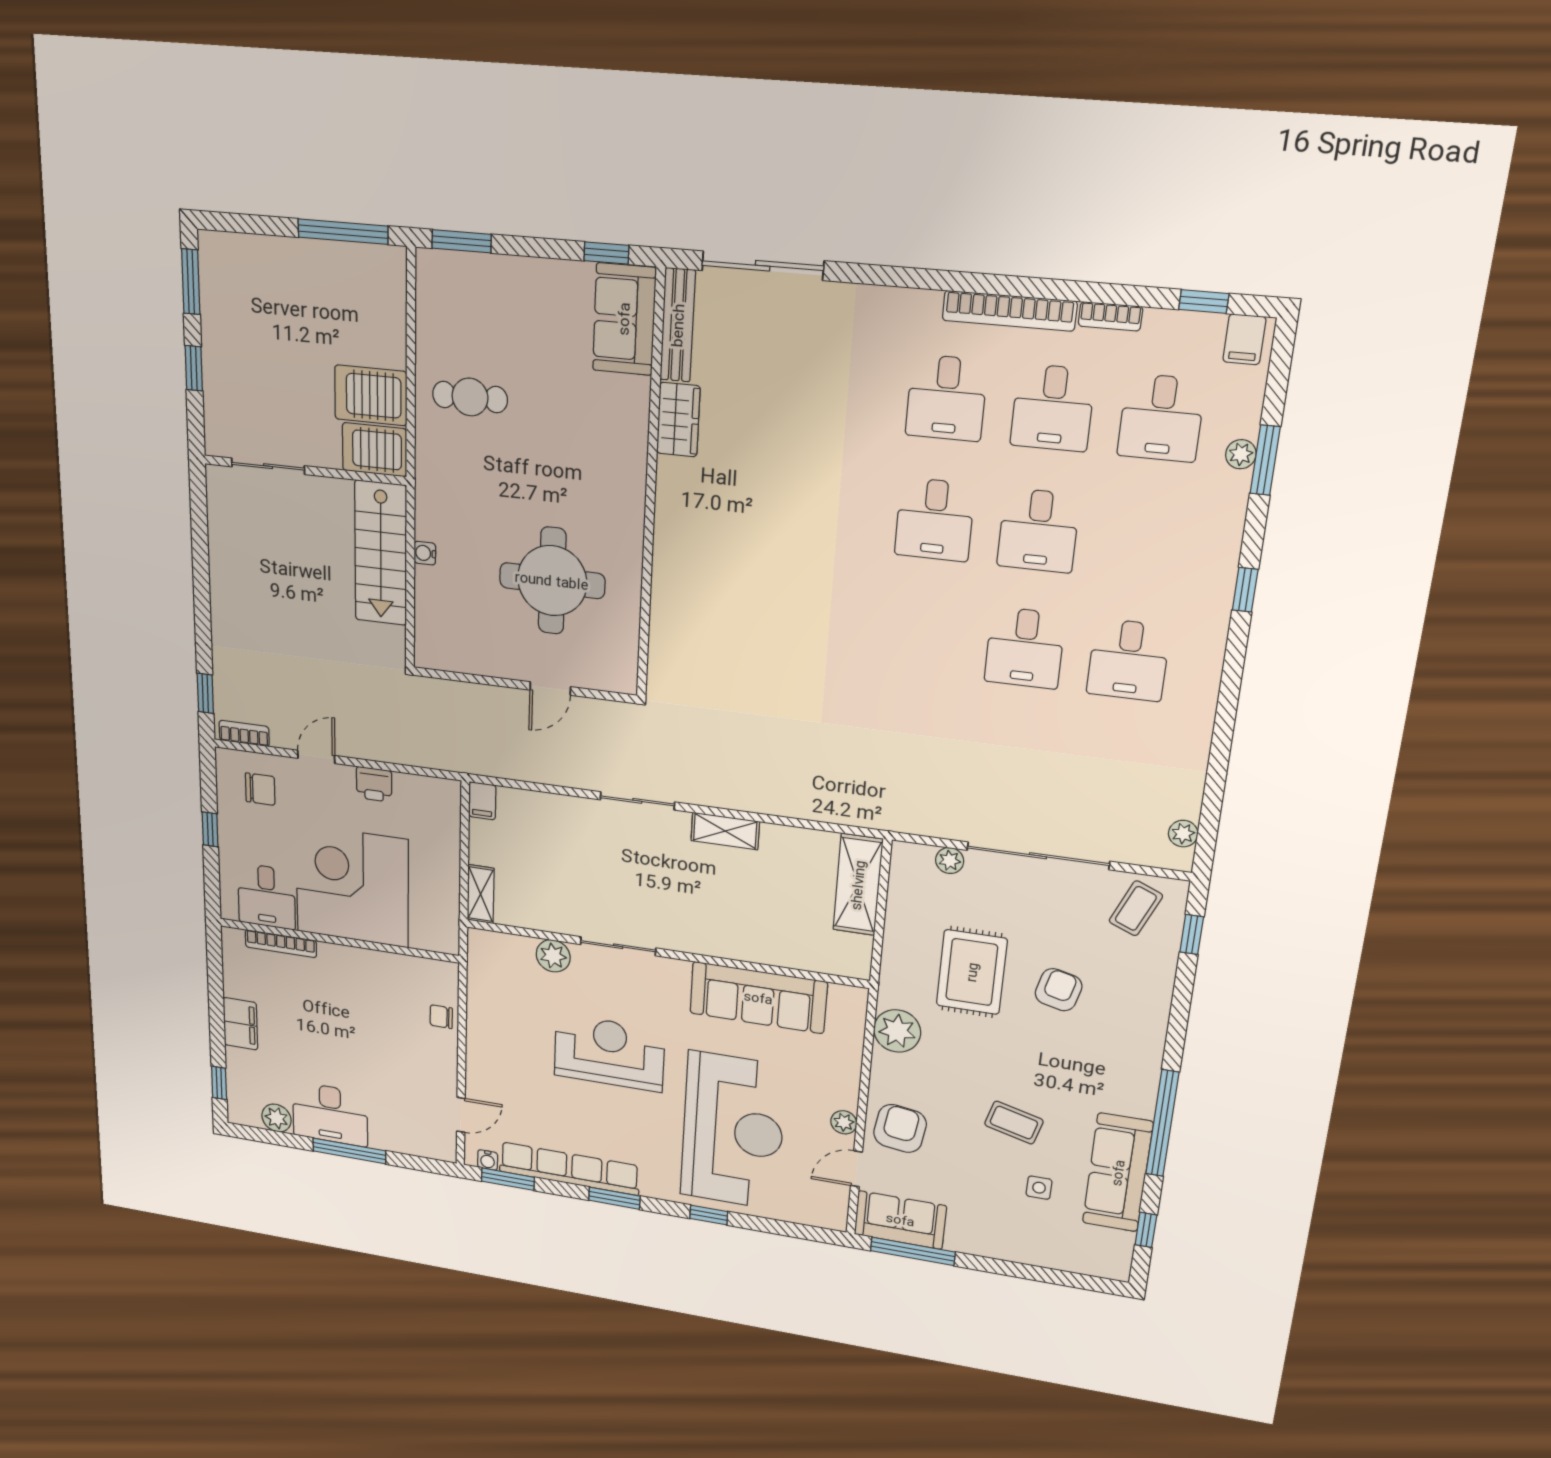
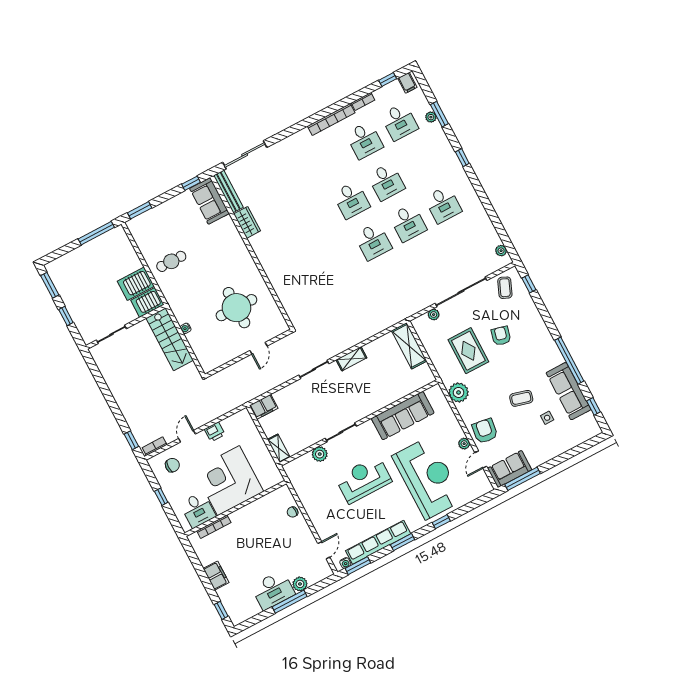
desk: (946, 398) -> (373, 241), moved
filing cabinet: (482, 801) -> (264, 407), width x2.00
plant: (276, 1118) -> (300, 584), moved

